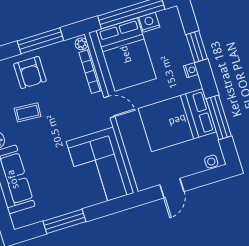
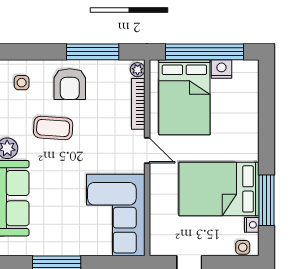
window: (197, 47) -> (266, 113), removed
nightstand: (191, 70) -> (252, 225), moved
coffee table: (28, 112) -> (53, 128), width x1.36, depth x1.30

